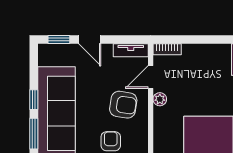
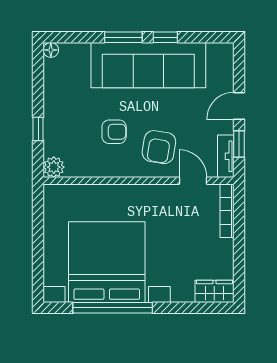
window: (59, 39) -> (239, 144), moved
bookcase: (167, 49) -> (227, 211), width x1.56
plant: (160, 99) -> (166, 192), removed

